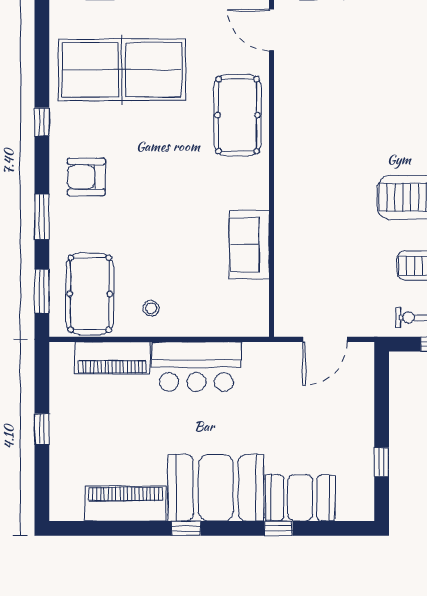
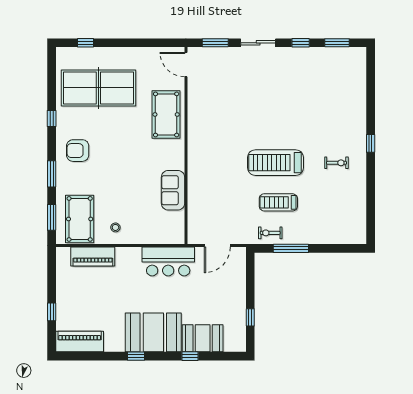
bar counter: (196, 367) -> (168, 262), moved
window: (42, 429) -> (52, 312), moved
piano: (126, 504) -> (80, 342), moved

